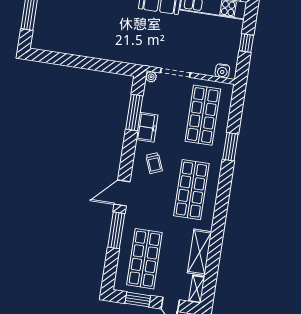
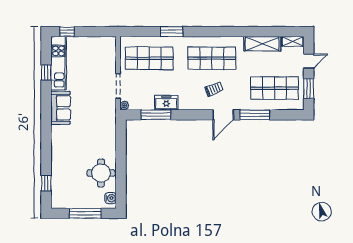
round table: (75, 37) -> (101, 173), added
window: (246, 43) -> (67, 32), moved
water cooler: (222, 71) -> (111, 198), moved
trolley: (154, 163) -> (214, 89), moved
door: (122, 193) -> (223, 115), hinge flipped

